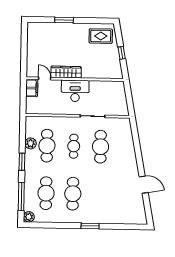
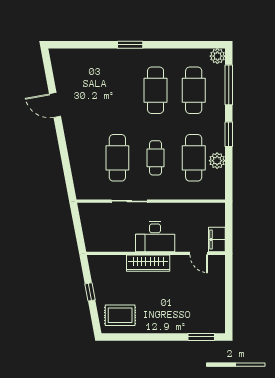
window: (64, 20) -> (201, 337), moved
wardrobe: (66, 72) -> (148, 263), moved

